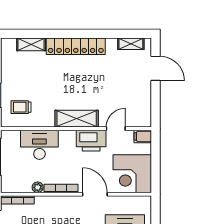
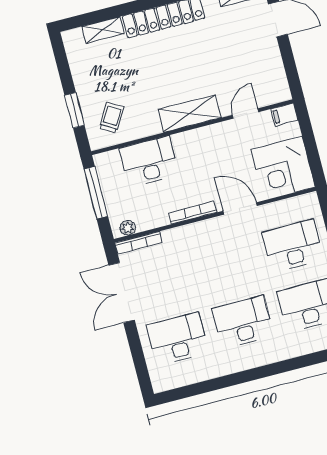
trolley: (21, 107) -> (111, 118), turned 121
printer: (91, 141) -> (217, 138), removed
plant: (38, 187) -> (128, 228), moved

